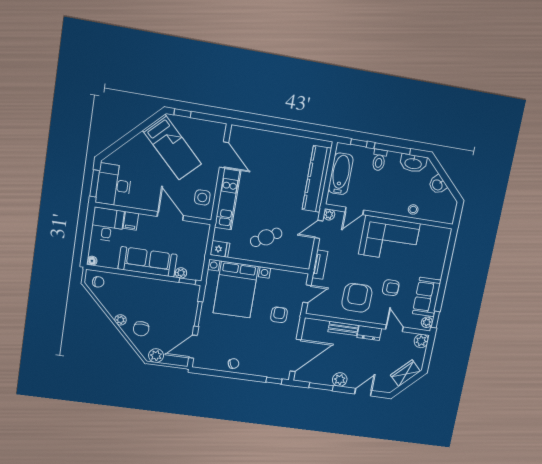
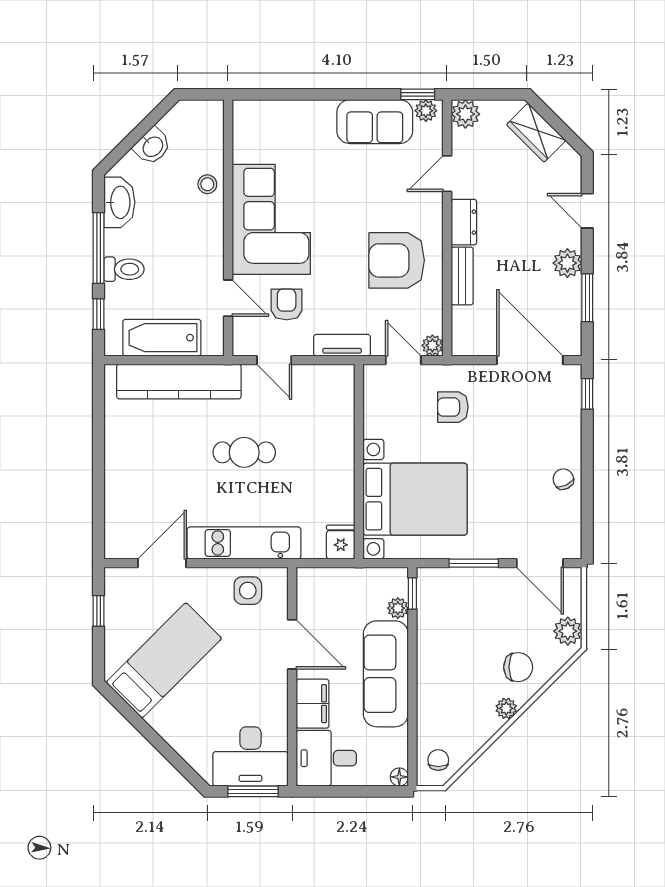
window: (183, 113) -> (99, 611), moved
plant: (329, 215) -> (432, 345), moved
door: (170, 216) -> (292, 644), swing flipped
filing cabinet: (131, 221) -> (313, 704), width x2.00
cafe table: (266, 237) -> (244, 452), moved, turned -60
armchair: (391, 288) -> (287, 304), moved

